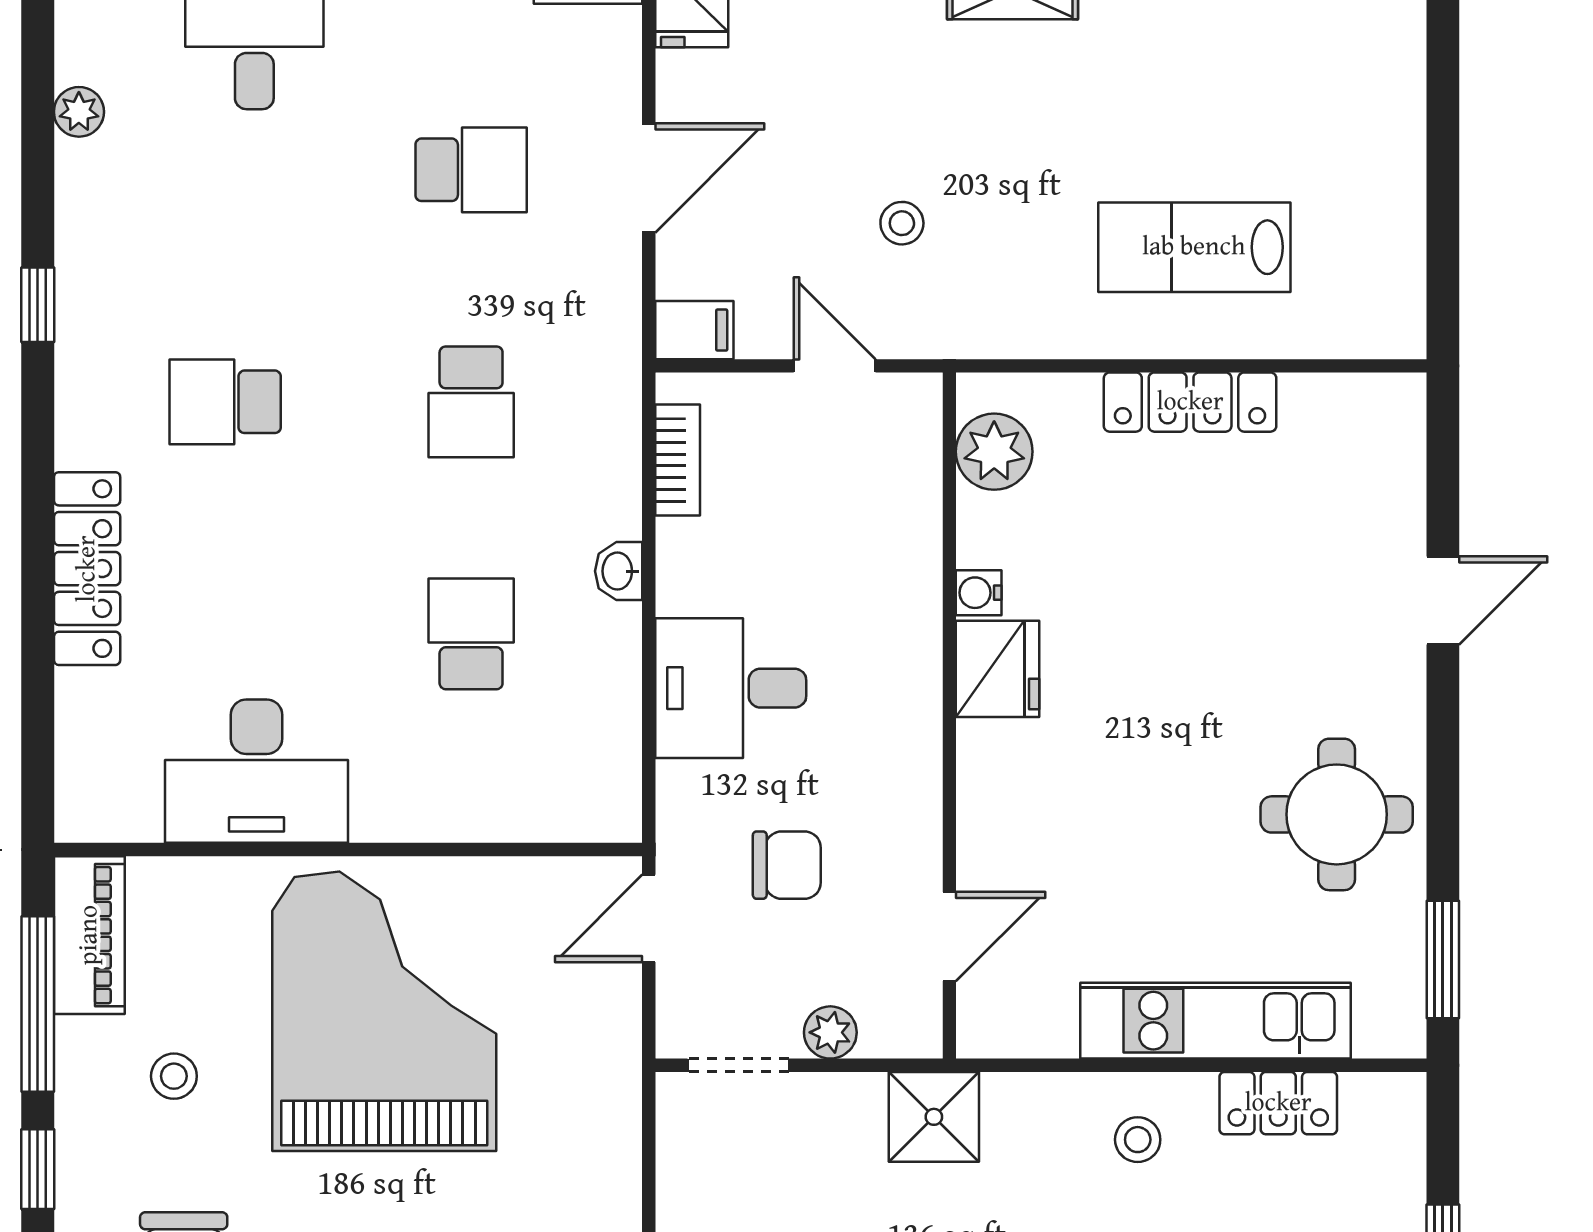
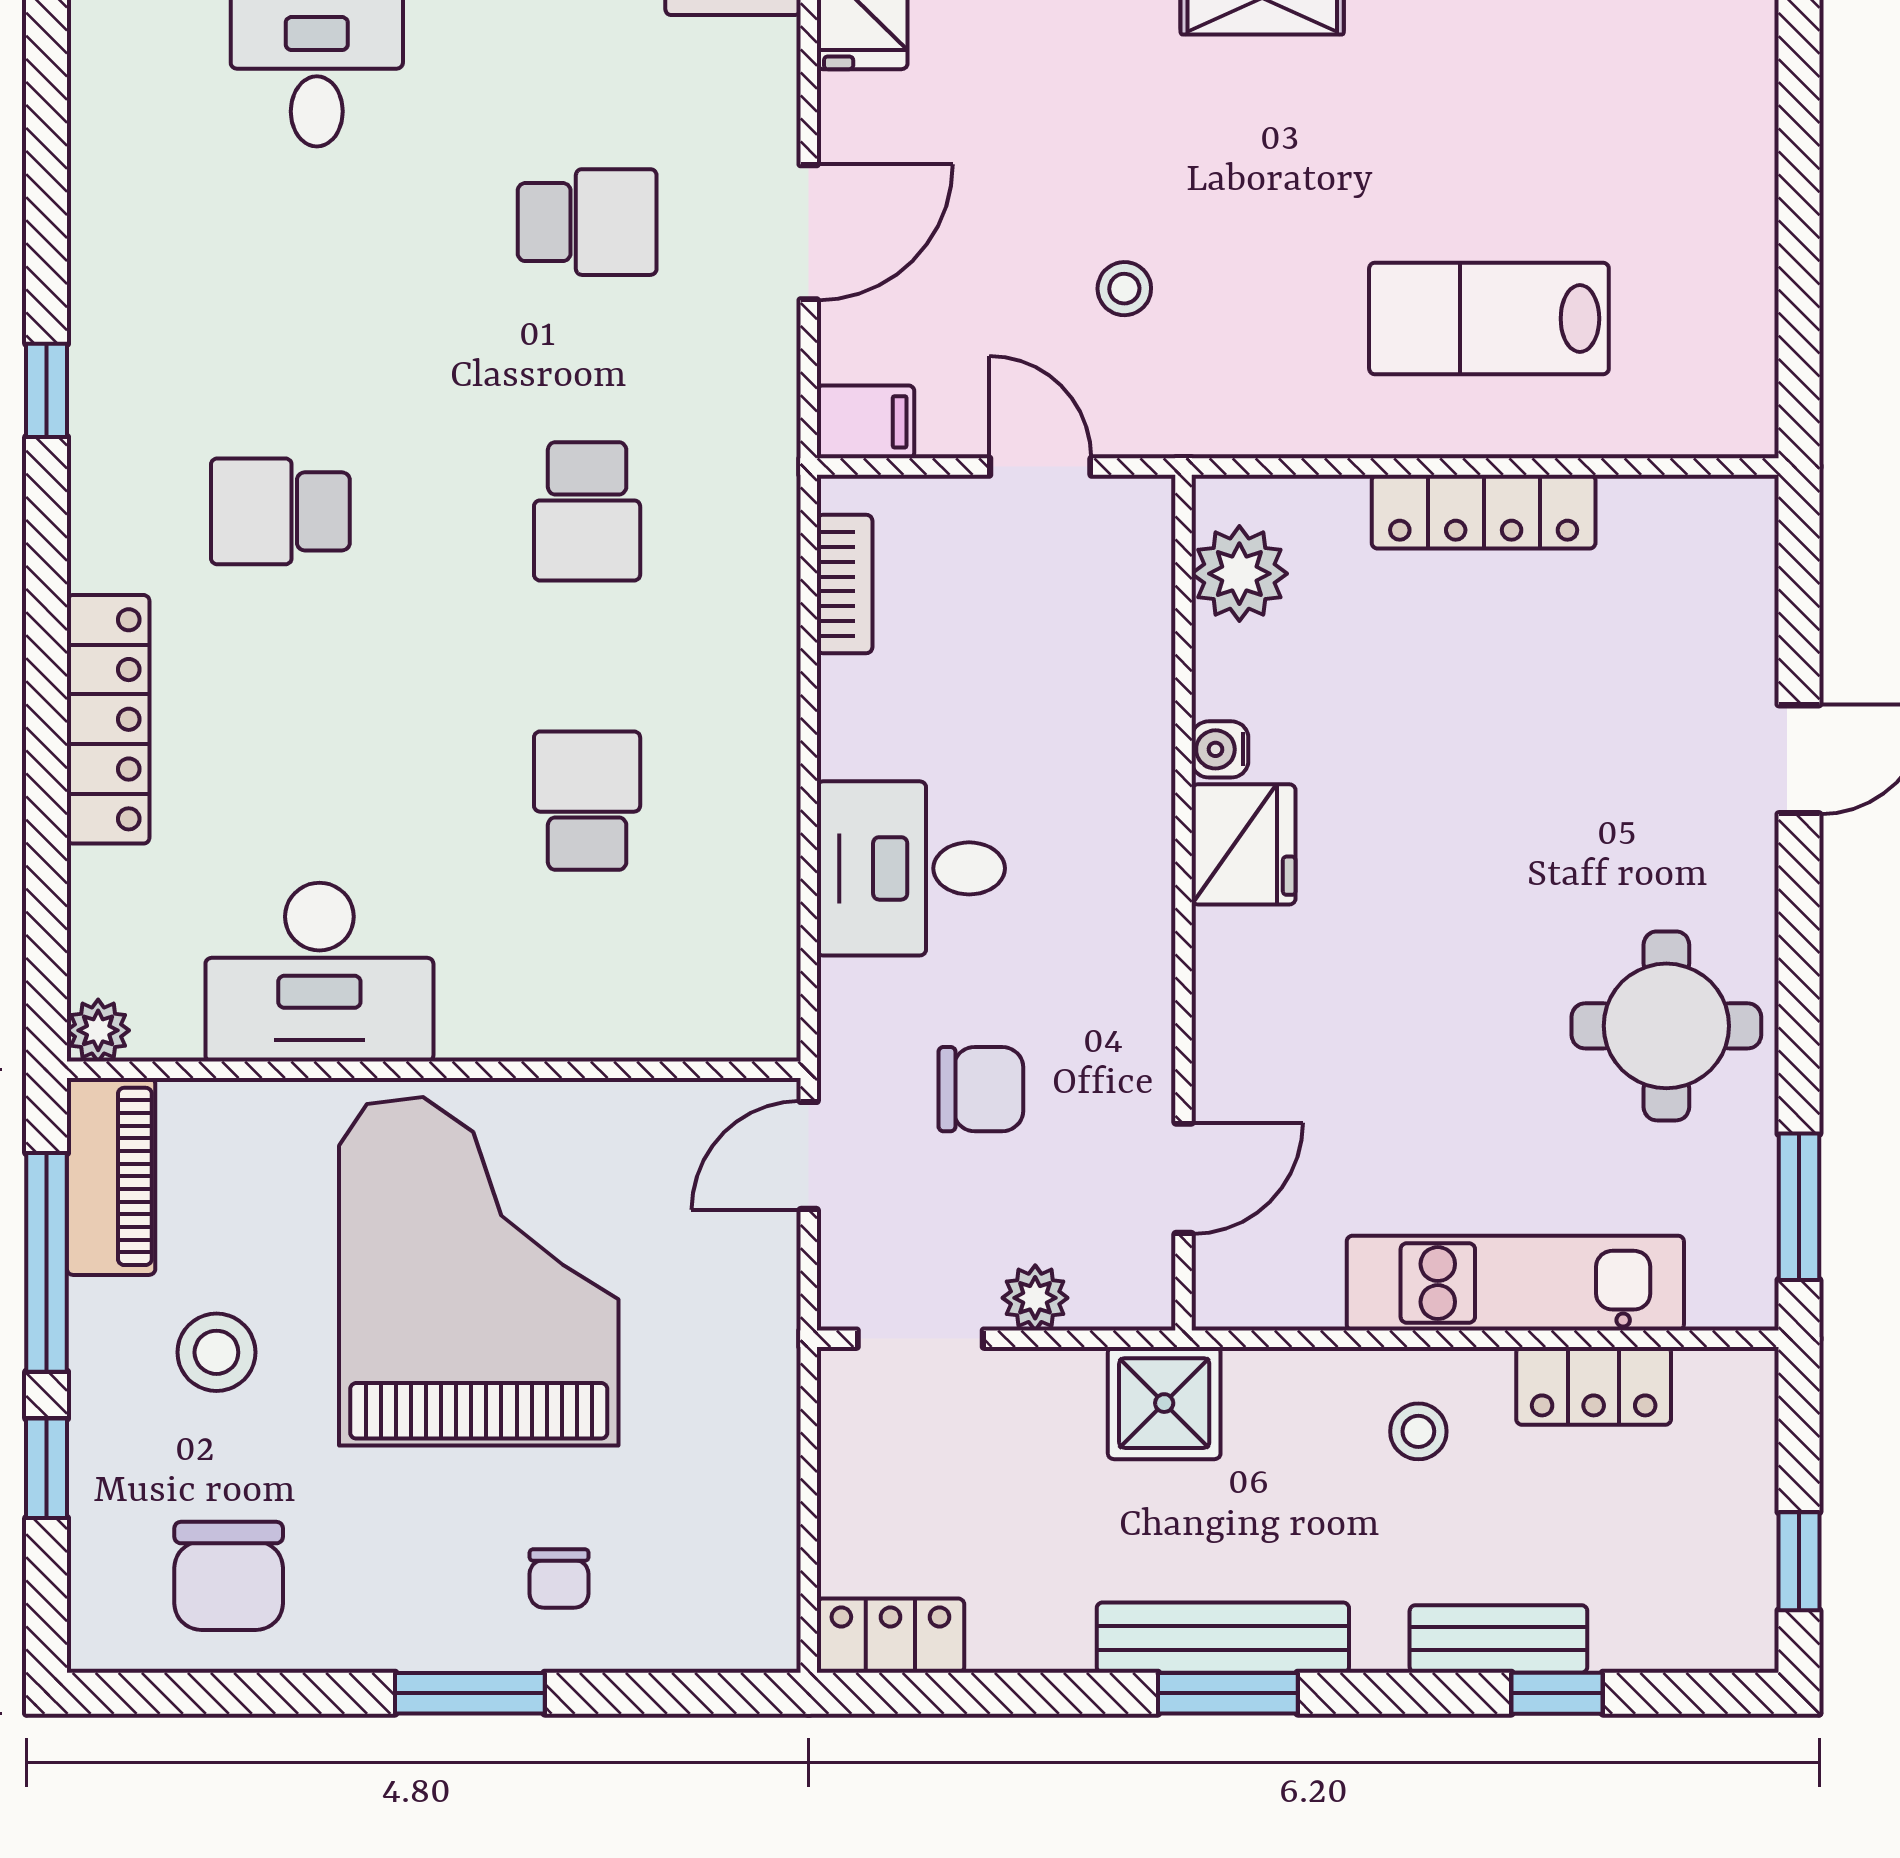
plant: (79, 112) -> (98, 1030), moved
washbasin: (619, 571) -> (771, 722), removed
stool: (174, 1076) -> (216, 1352), width x1.37, depth x1.37

